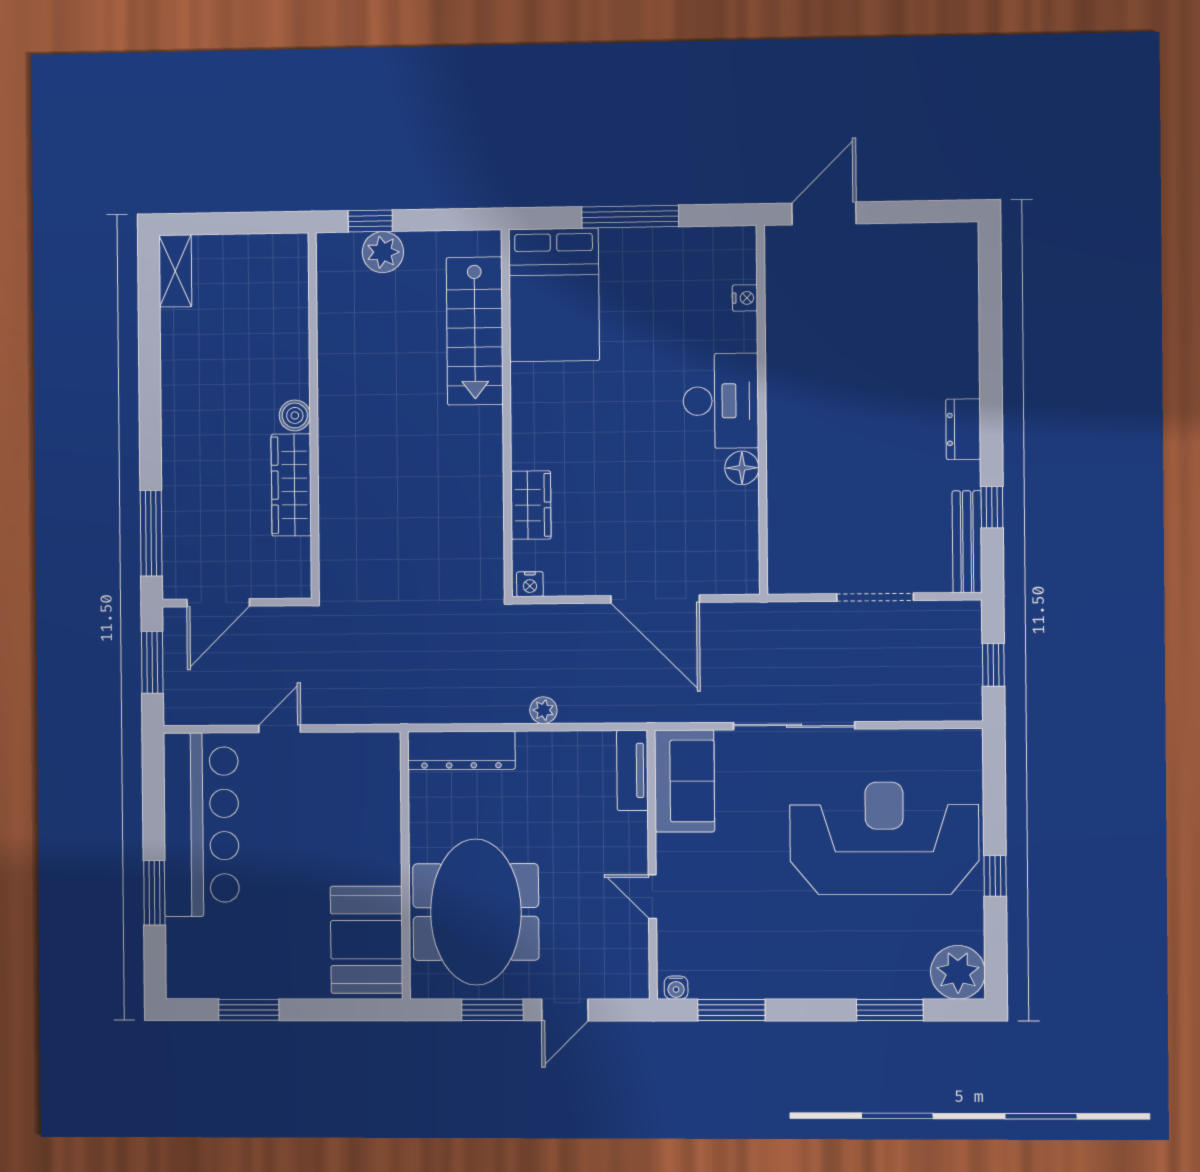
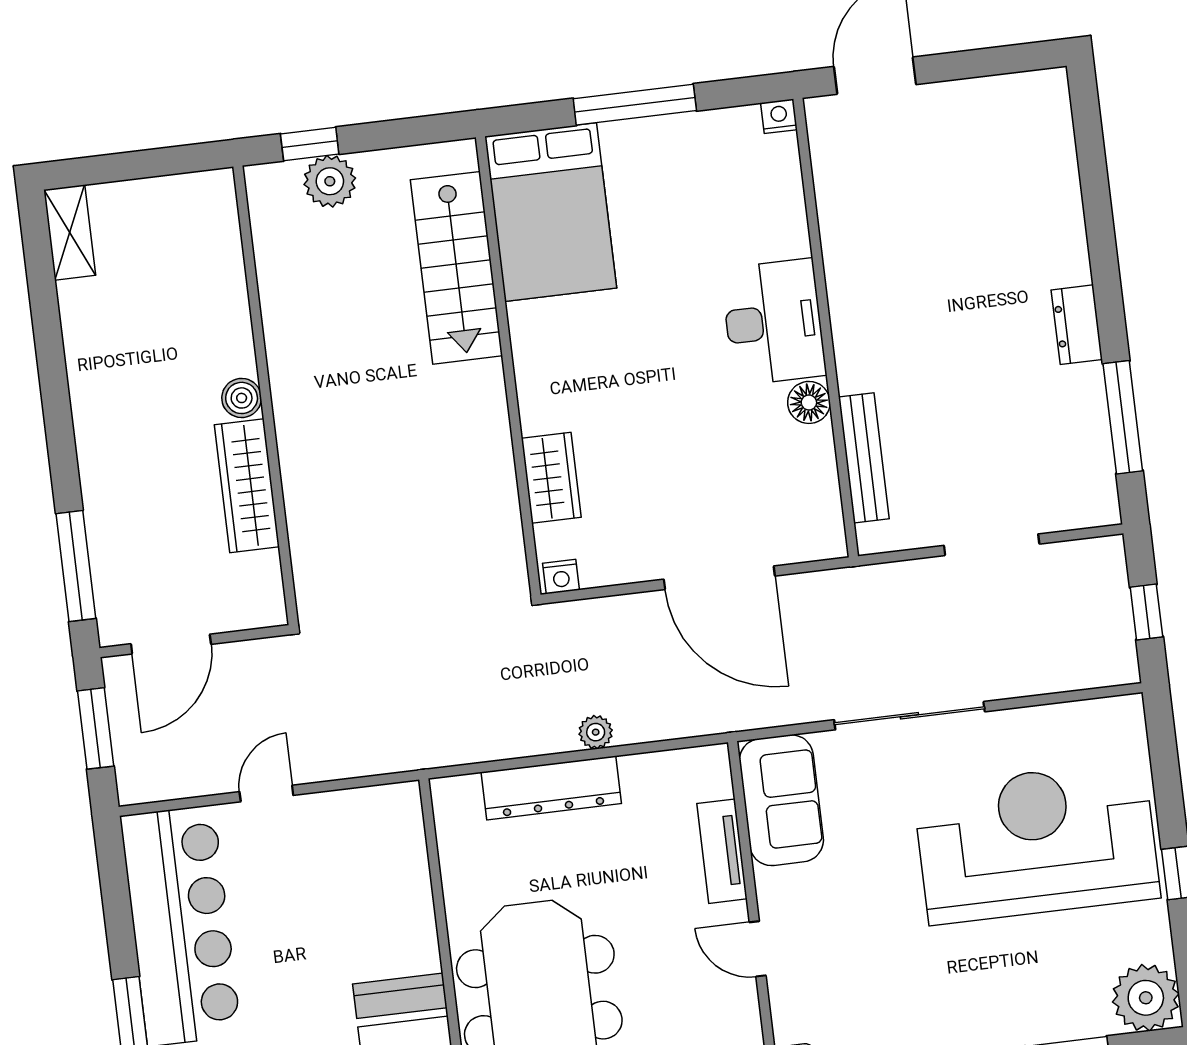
nightstand: (745, 298) -> (779, 116), moved, turned -90
window: (992, 507) -> (1123, 417), width x2.17
bench: (967, 542) -> (864, 458), moved
dresser: (461, 750) -> (551, 788), moved
tv unit: (632, 770) -> (722, 851), moved

